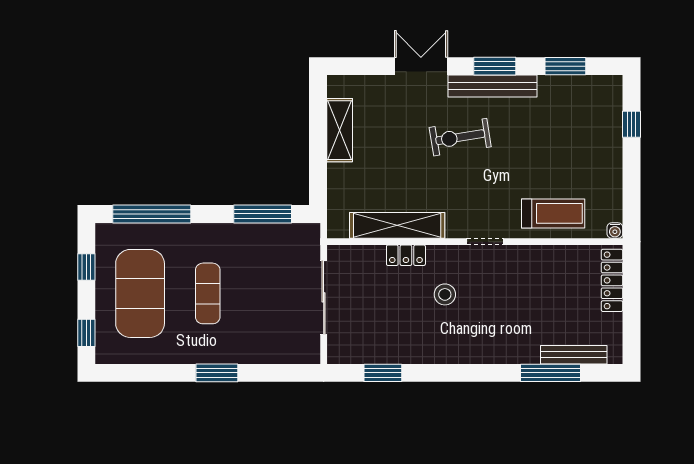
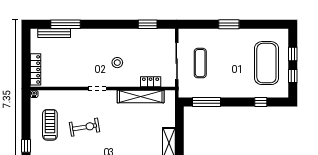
exercise bike: (460, 137) -> (85, 127), moved
treadmill: (553, 213) -> (50, 125), moved, turned 90
window: (152, 214) -> (261, 102), width x0.32
locker: (406, 255) -> (151, 82), moved
exercise mat: (208, 293) -> (200, 63), moved
window: (86, 333) -> (293, 54), moved

